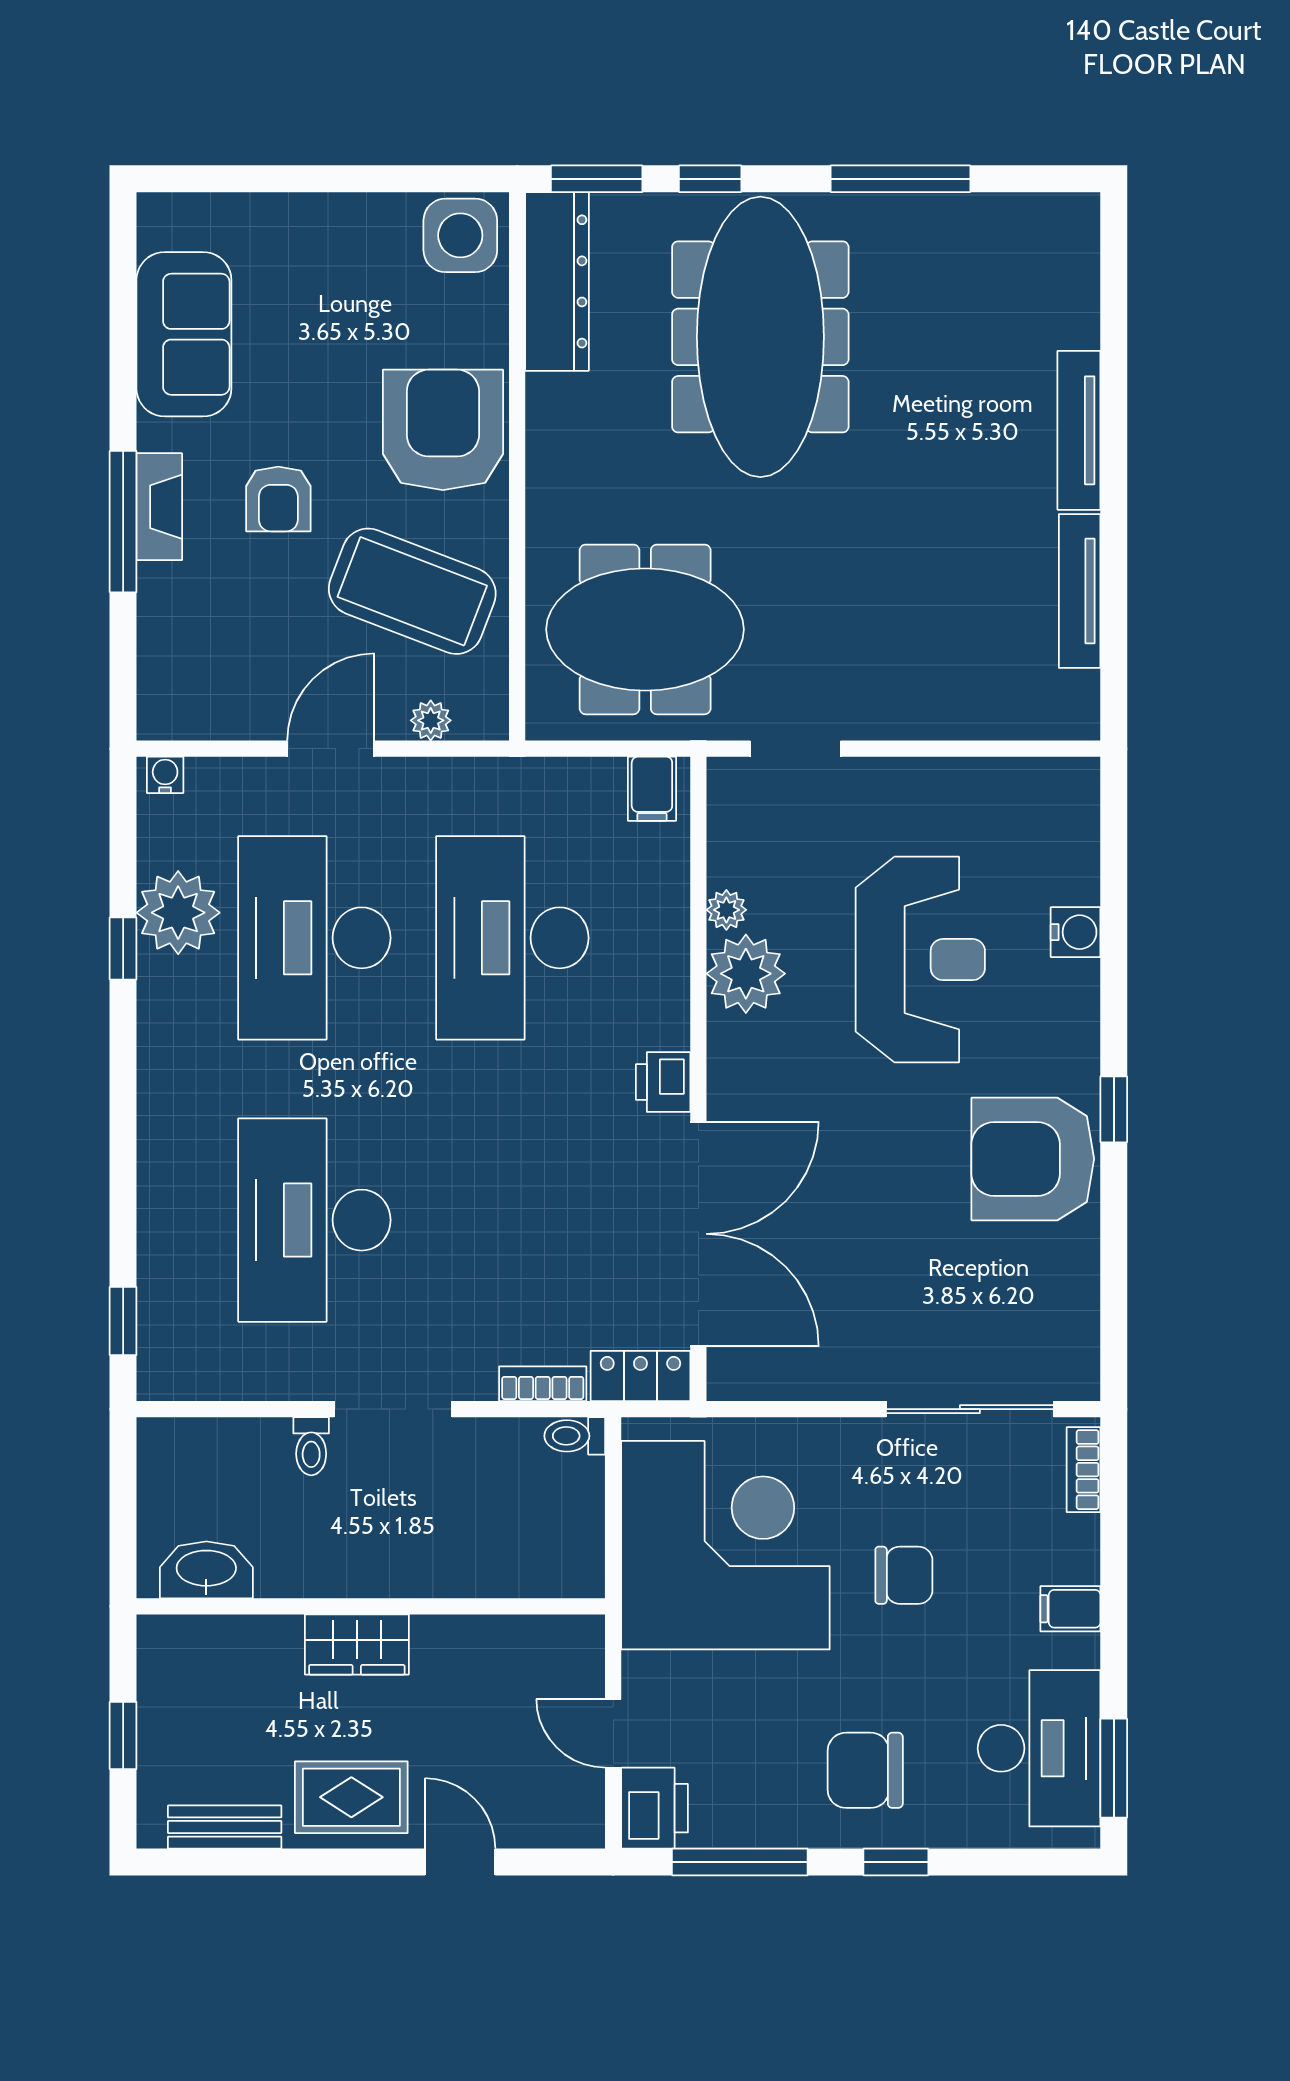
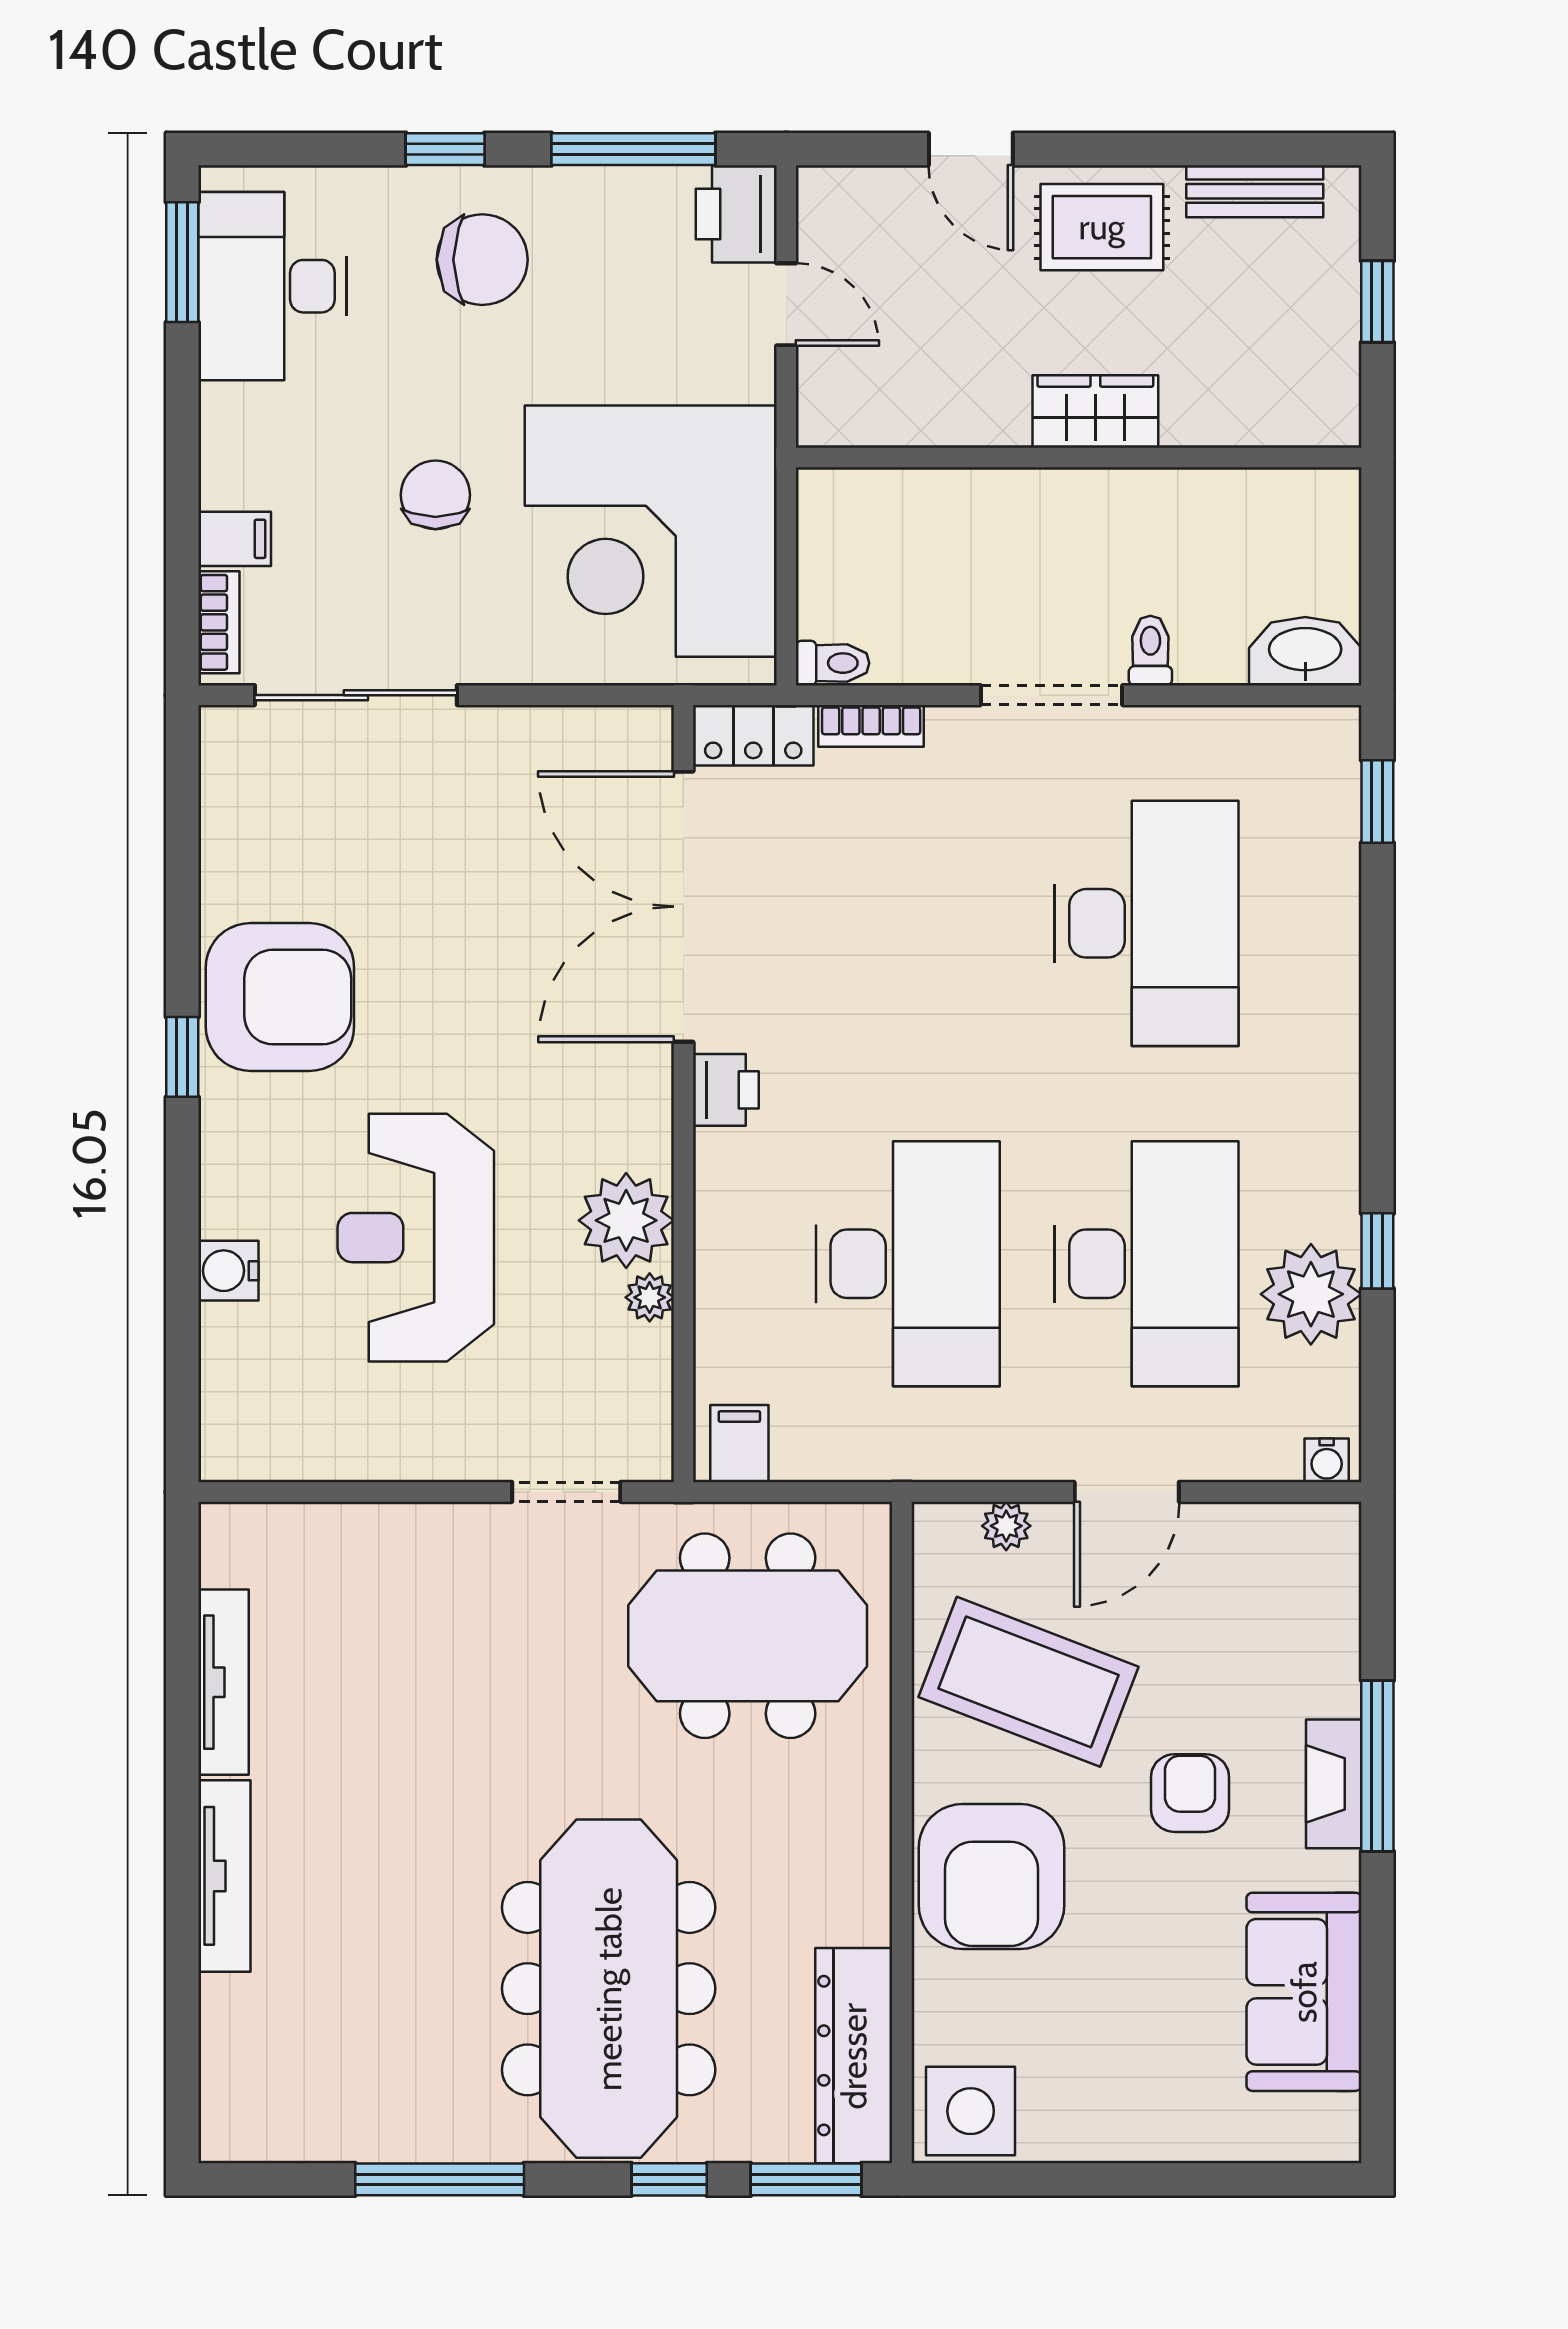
washbasin: (206, 1570) -> (1305, 651), moved, turned 180
chair: (904, 1575) -> (435, 495), turned 90
filing cabinet: (1070, 1609) -> (235, 539), moved

